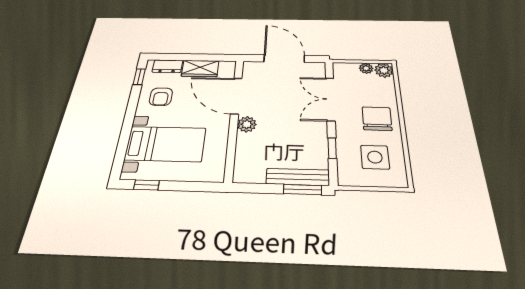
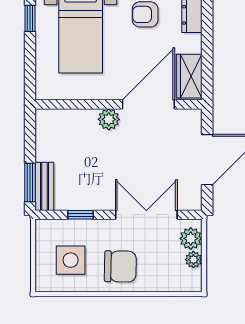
wardrobe: (200, 68) -> (189, 76), moved
plant: (384, 70) -> (191, 238), moved
bench: (298, 177) -> (44, 186), width x0.73

